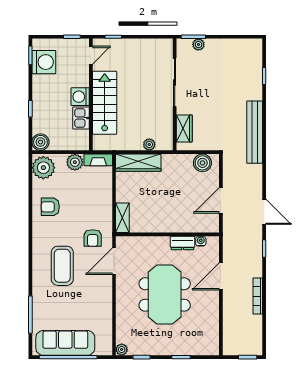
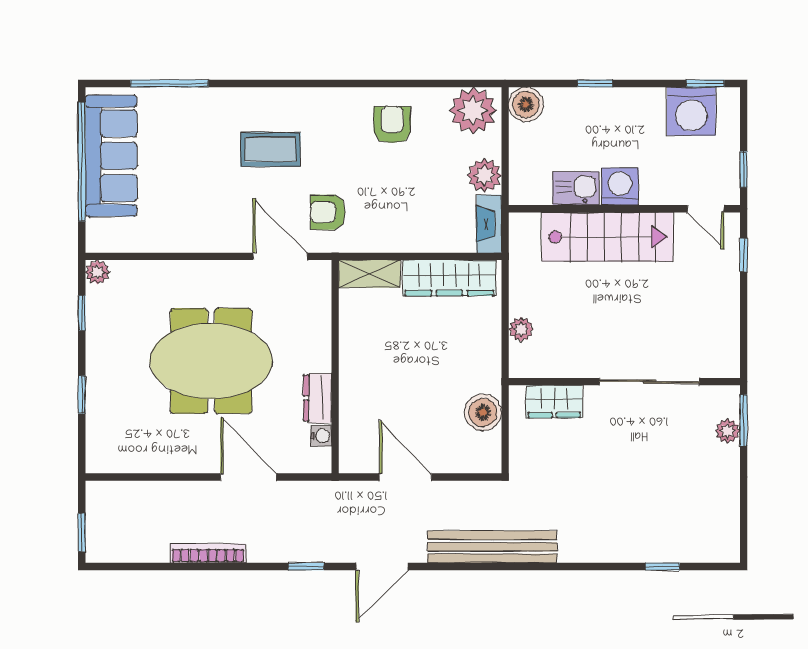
bench: (255, 132) -> (492, 547), moved
wardrobe: (138, 163) -> (449, 278), moved, turned -90
boiler: (202, 163) -> (483, 412), moved
coffee table: (62, 266) -> (270, 149), width x0.73, depth x0.76

